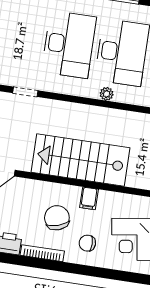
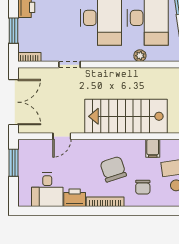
filing cabinet: (89, 198) -> (153, 148), moved
chair: (87, 243) -> (143, 187), turned -90

